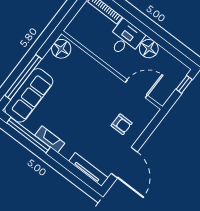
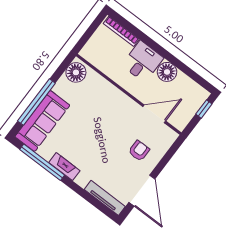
armchair: (122, 124) -> (139, 151), turned -90

